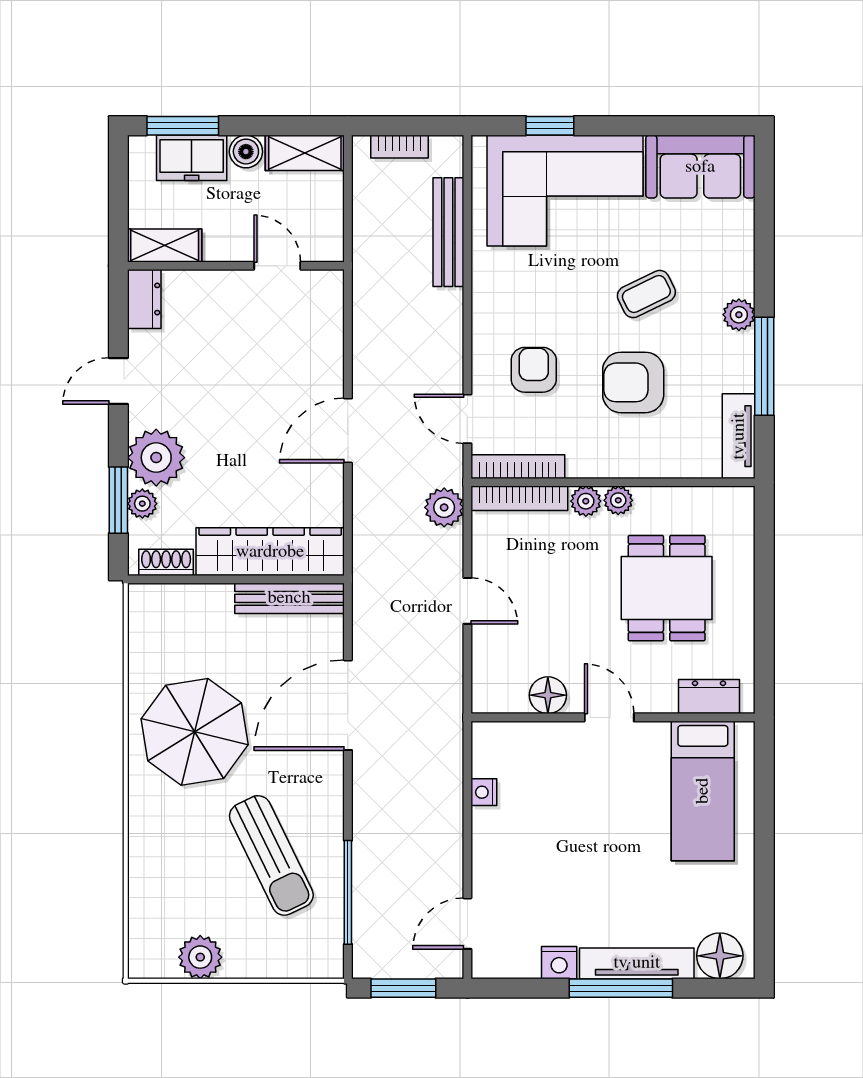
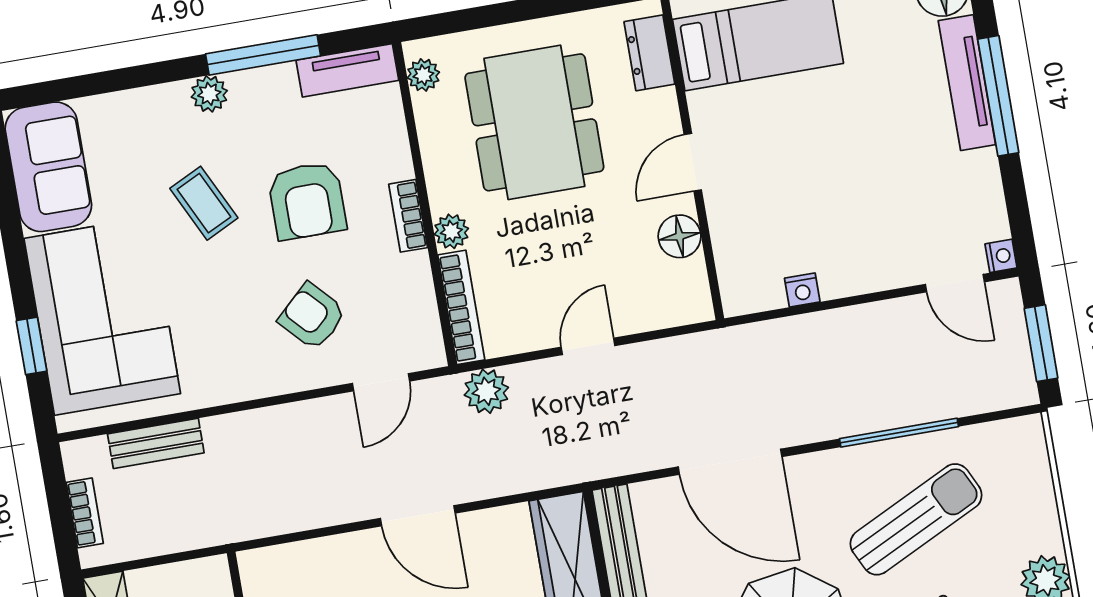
bench: (448, 232) -> (156, 443), width x0.73
armchair: (534, 370) -> (312, 316), turned 47
bookcase: (518, 467) -> (408, 216), moved, width x0.64
plant: (618, 500) -> (423, 75), moved
dining table: (667, 588) -> (534, 122), width x1.38
window: (348, 892) -> (899, 433), moved
nightstand: (559, 963) -> (1001, 256), moved, width x0.72, depth x0.74

